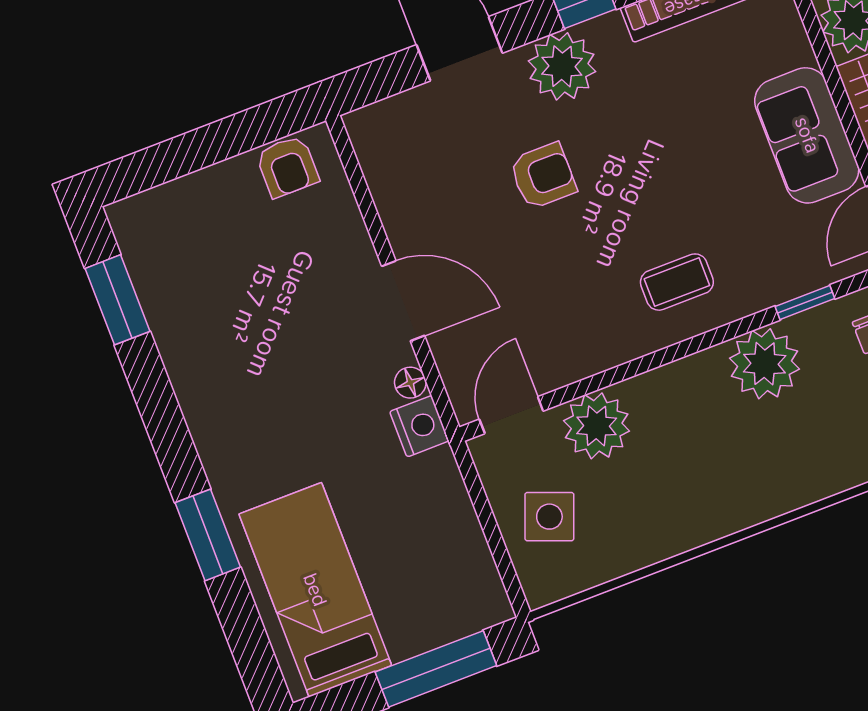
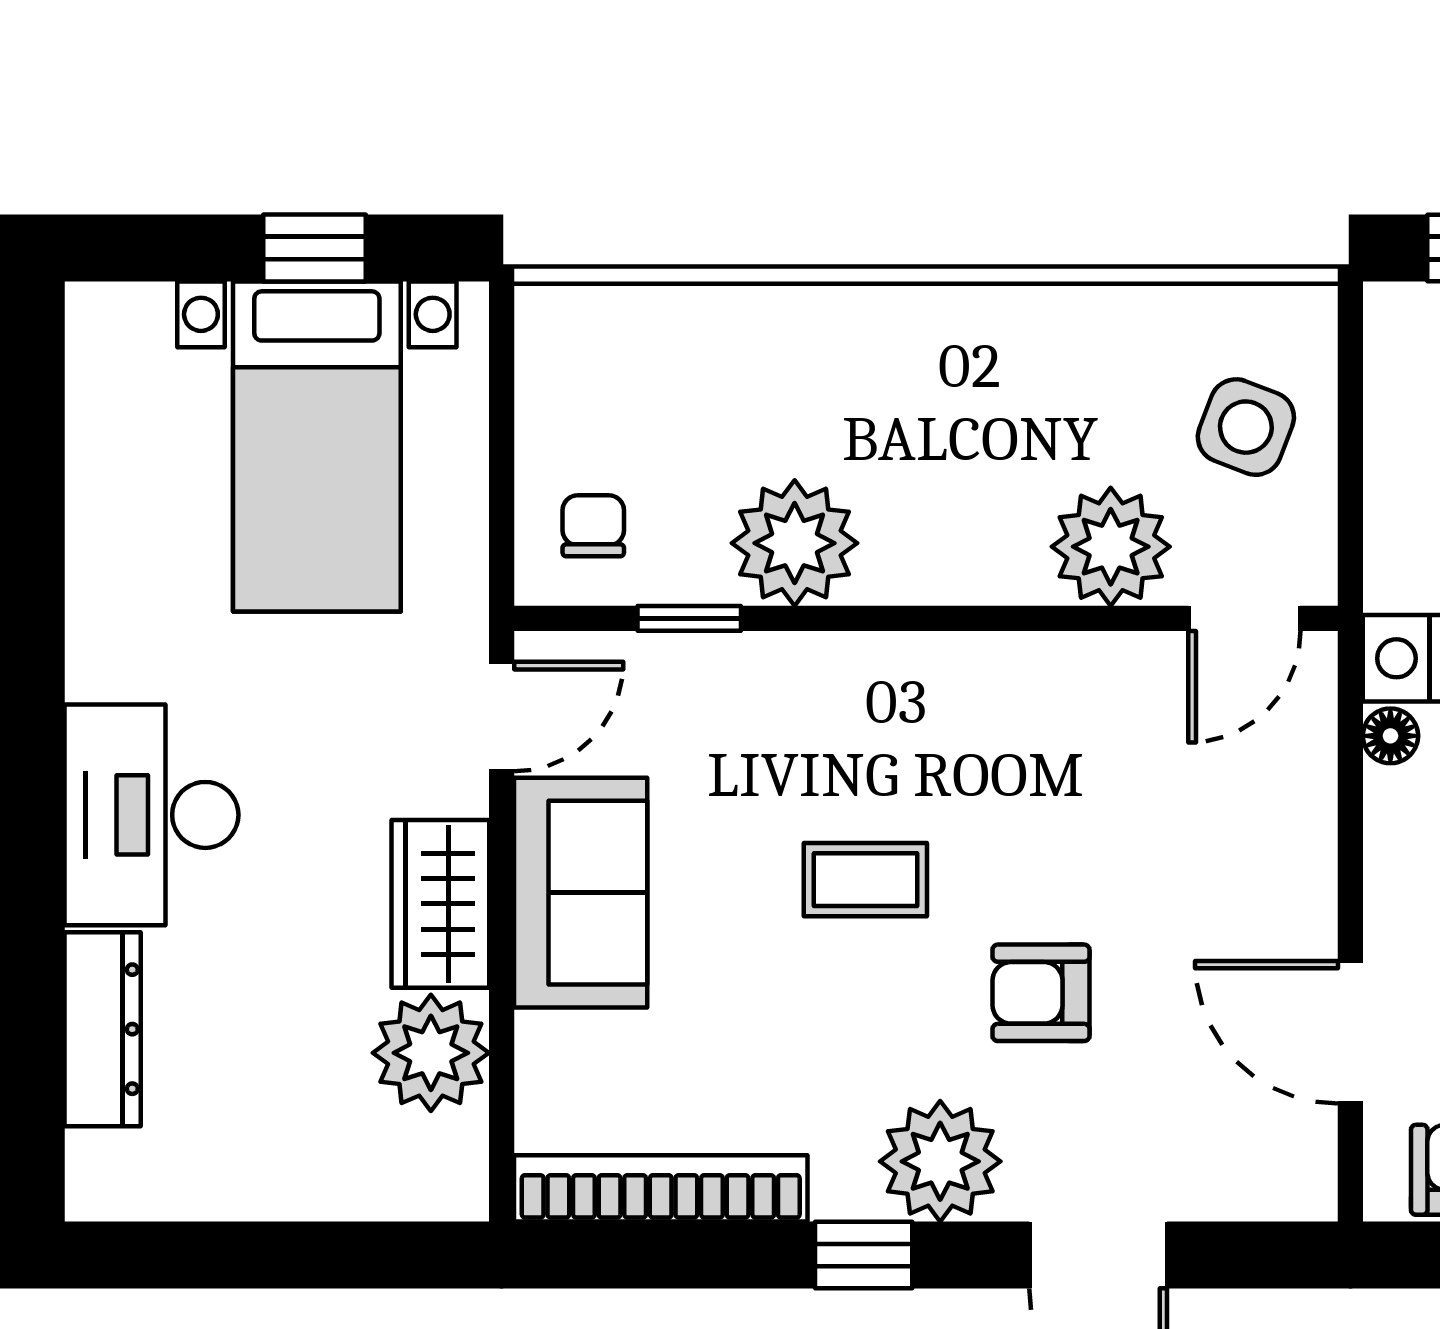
coffee table: (677, 282) -> (865, 880), moved
door: (403, 301) -> (1350, 1032), moved

